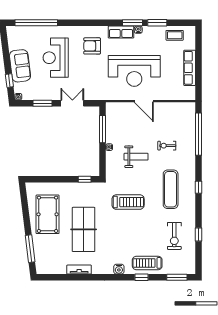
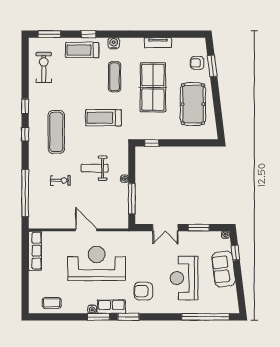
window: (157, 23) -> (129, 317), moved
armchair: (92, 46) -> (143, 291), turned 180
reception desk: (56, 58) -> (184, 278), turned 180
row of seats: (190, 68) -> (35, 251), moved
window: (199, 235) -> (25, 106), moved
exercise bike: (174, 236) -> (44, 67), moved
exercise mat: (118, 239) -> (115, 77), added
window: (30, 249) -> (212, 66), width x0.69
armchair: (44, 251) -> (197, 63), added
treadmill: (147, 263) -> (82, 50), turned 180

